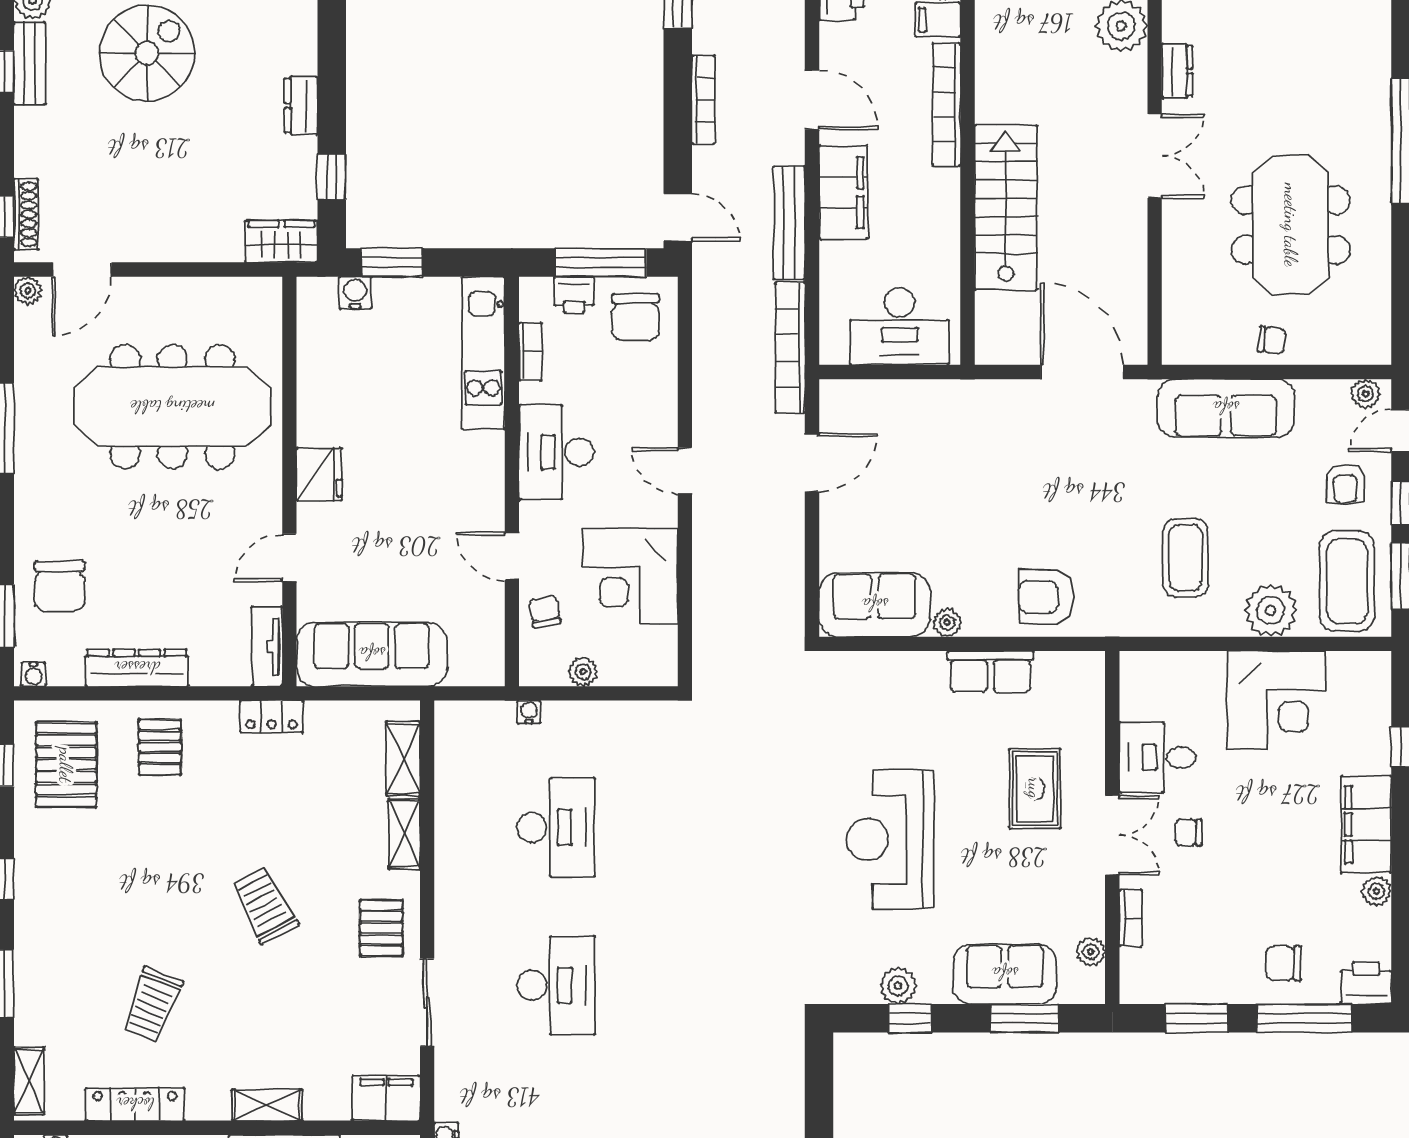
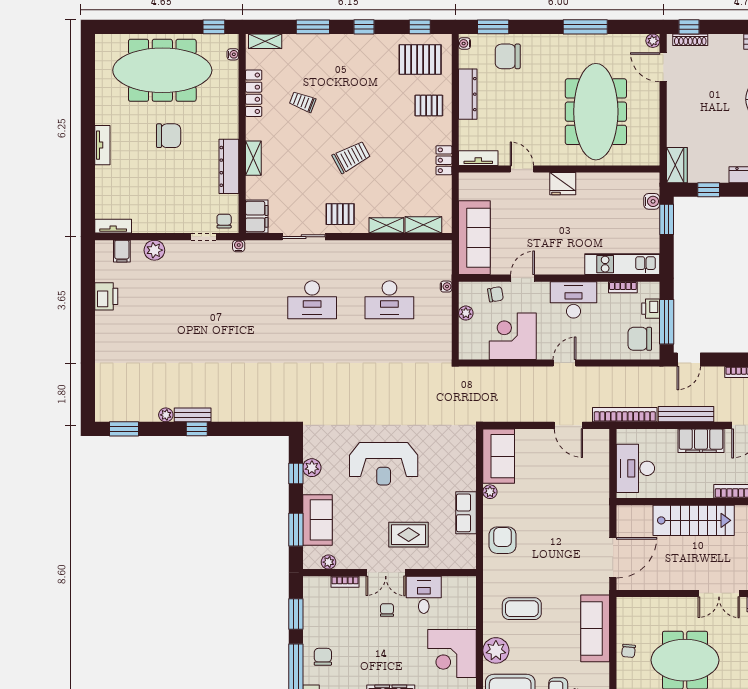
sofa: (372, 654) -> (474, 238), moved
reception desk: (890, 839) -> (384, 464), turned 180
trolley: (152, 1005) -> (303, 102), width x0.73, depth x0.72

